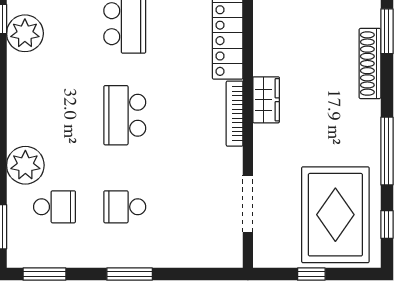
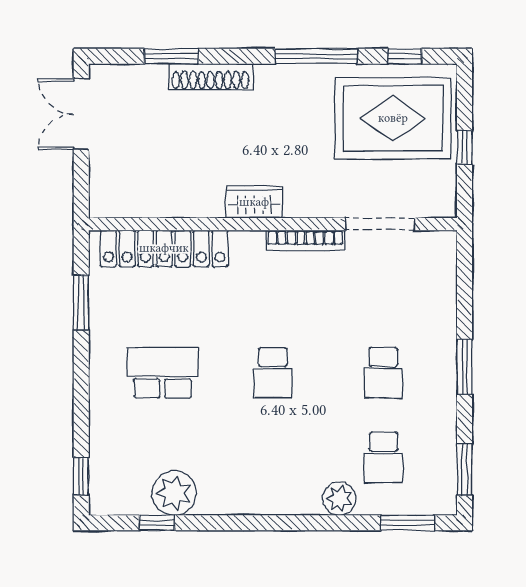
bookcase: (235, 114) -> (305, 240), moved
school desk: (125, 115) -> (273, 373), width x0.54
plant: (25, 165) -> (339, 499), width x0.73, depth x0.73
school desk: (55, 207) -> (383, 457), turned 180

